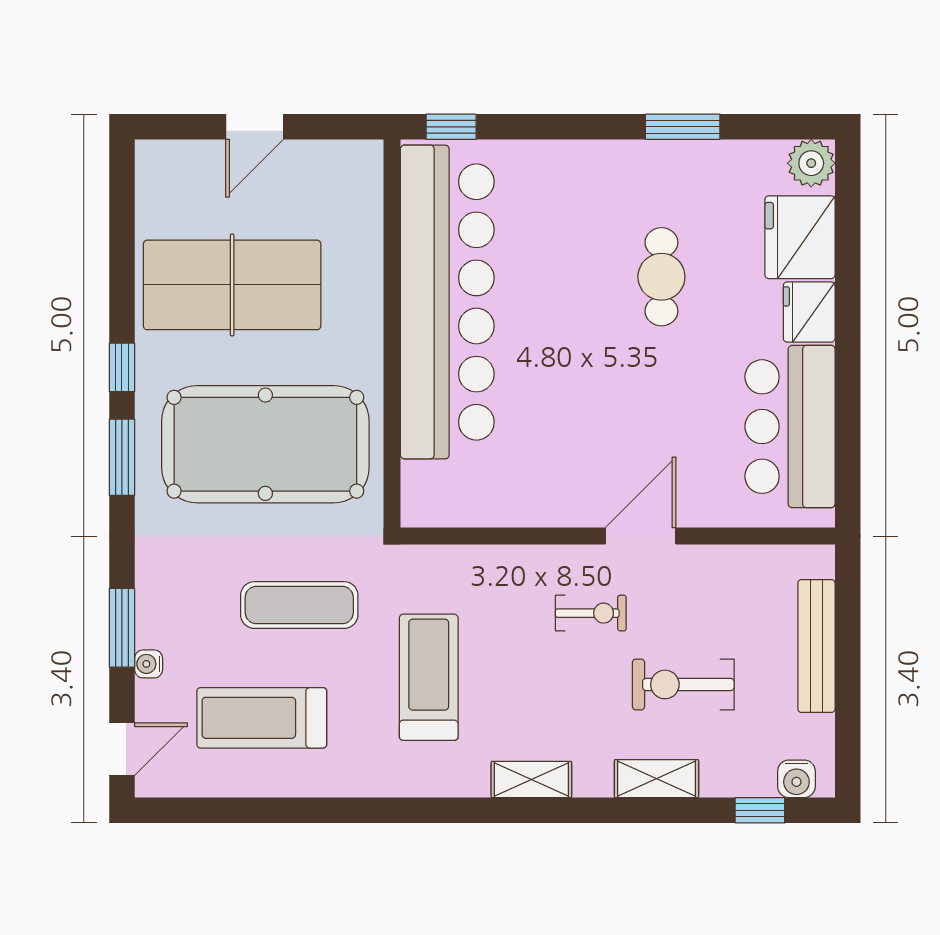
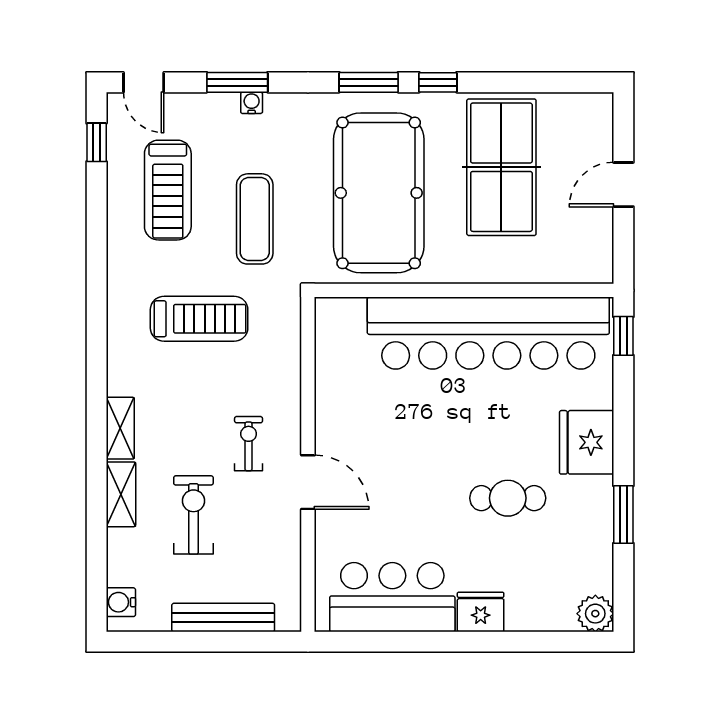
door: (255, 127) -> (623, 185), hinge flipped
fridge: (800, 237) -> (587, 442), moved, turned -90
exercise bike: (591, 613) -> (249, 444), turned 180
water cooler: (149, 664) -> (252, 103), moved
treadmill: (262, 718) -> (168, 190), turned 180
shelving: (531, 780) -> (120, 428), moved
window: (760, 810) -> (97, 142), moved

